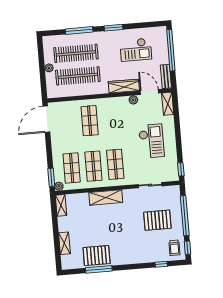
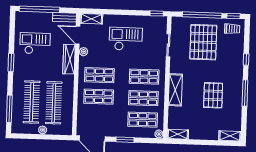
window: (79, 31) -> (9, 109), moved
checkout: (136, 50) -> (35, 43), turned -90
door: (149, 92) -> (78, 35), hinge flipped
shop shelf: (111, 119) -> (99, 75), added
window: (51, 177) -> (125, 140), moved
pallet: (157, 220) -> (203, 42), width x1.37, depth x1.41
shelving: (64, 243) -> (230, 136), moved
pallet: (97, 256) -> (213, 95), moved
window: (161, 264) -> (246, 59), moved
window: (99, 269) -> (245, 93), moved

